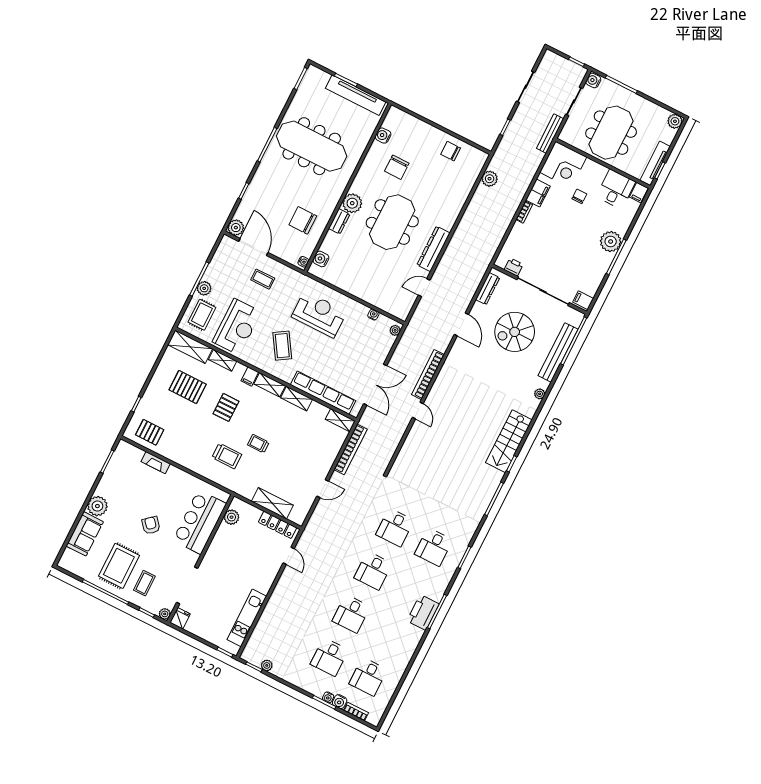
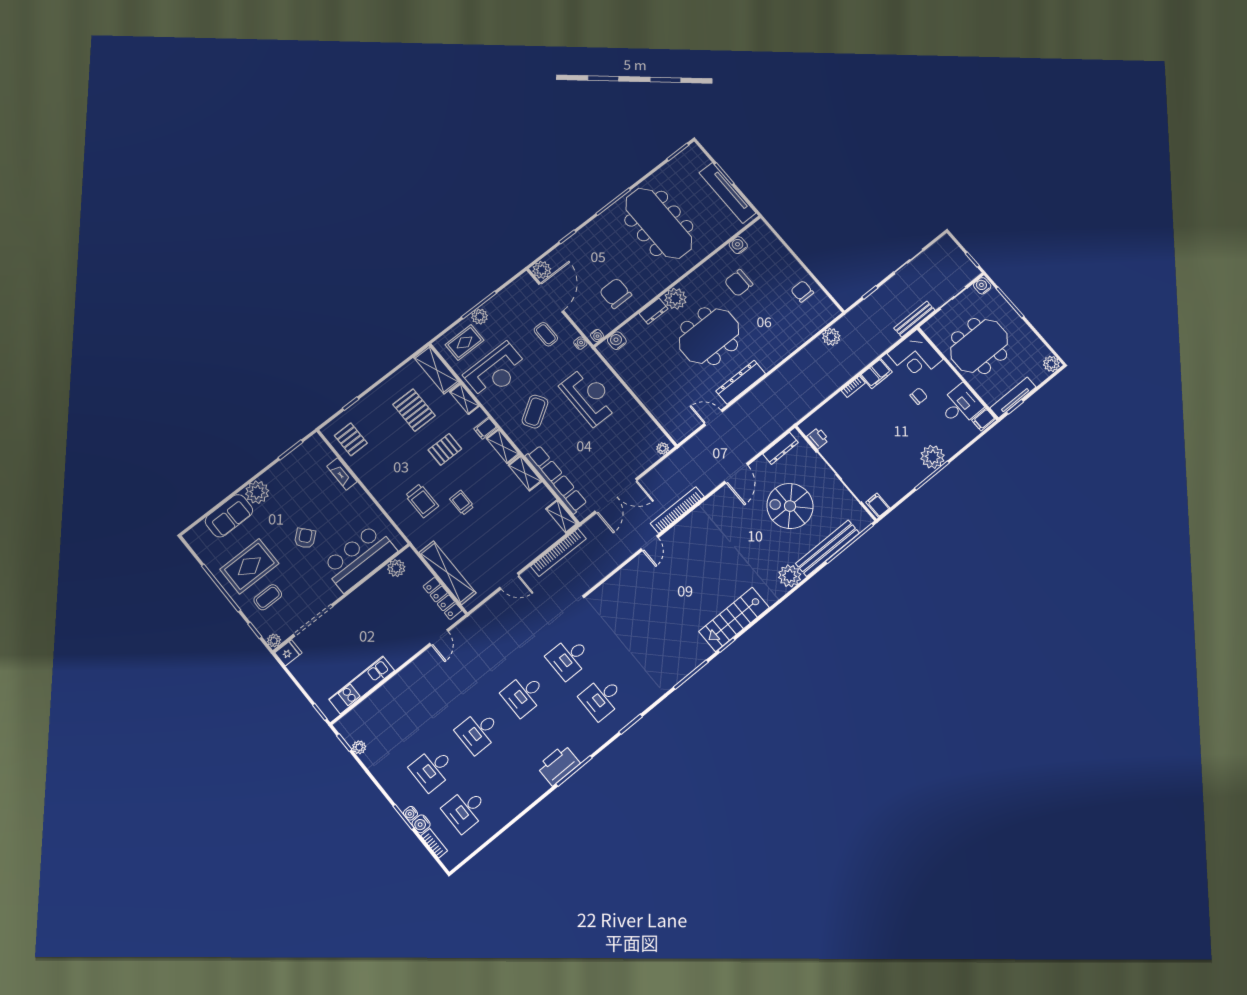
water cooler: (373, 315) -> (580, 343), moved
plant: (540, 394) -> (790, 576), width x1.88, depth x1.88
shelving: (272, 503) -> (447, 573), width x1.47

